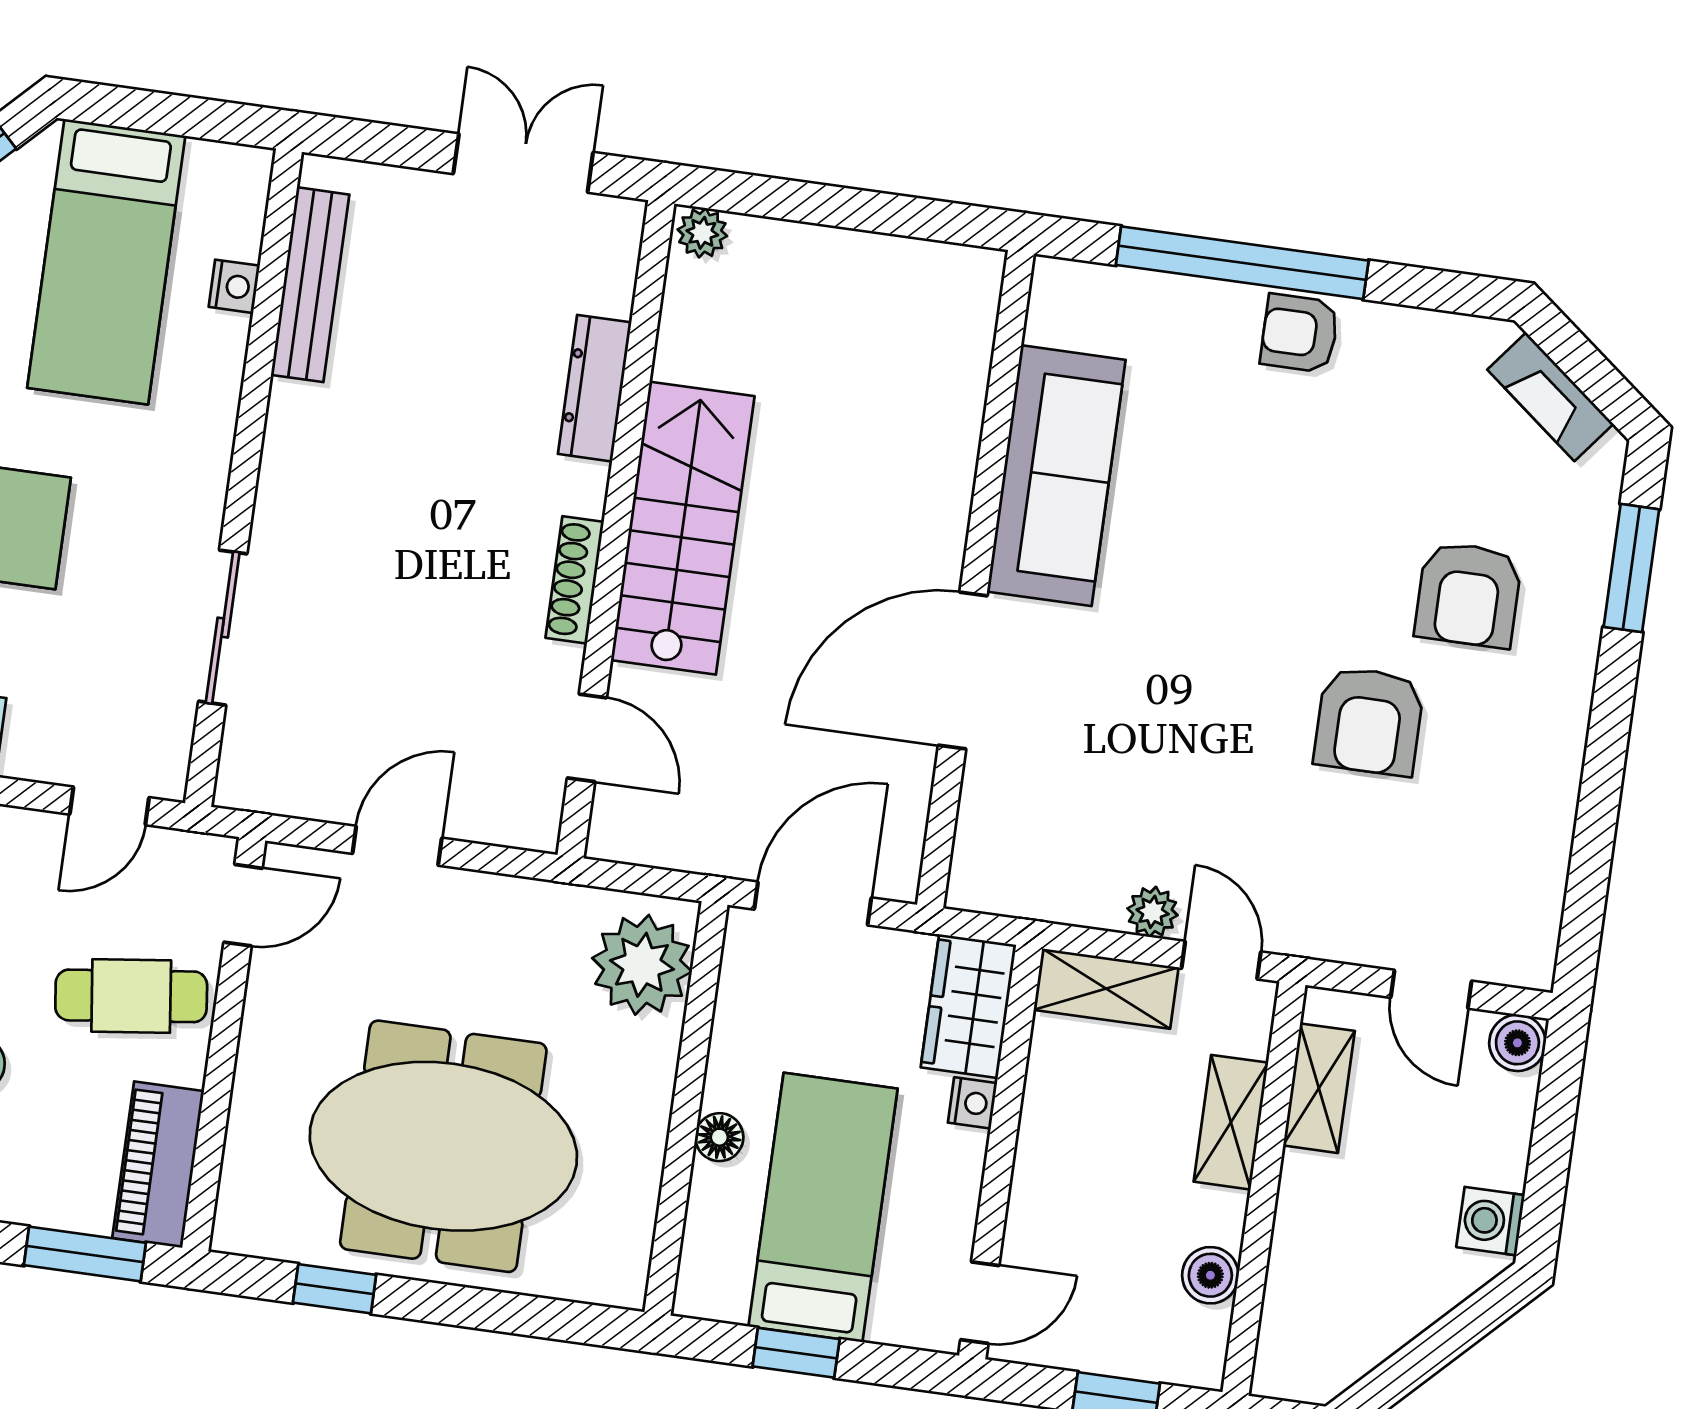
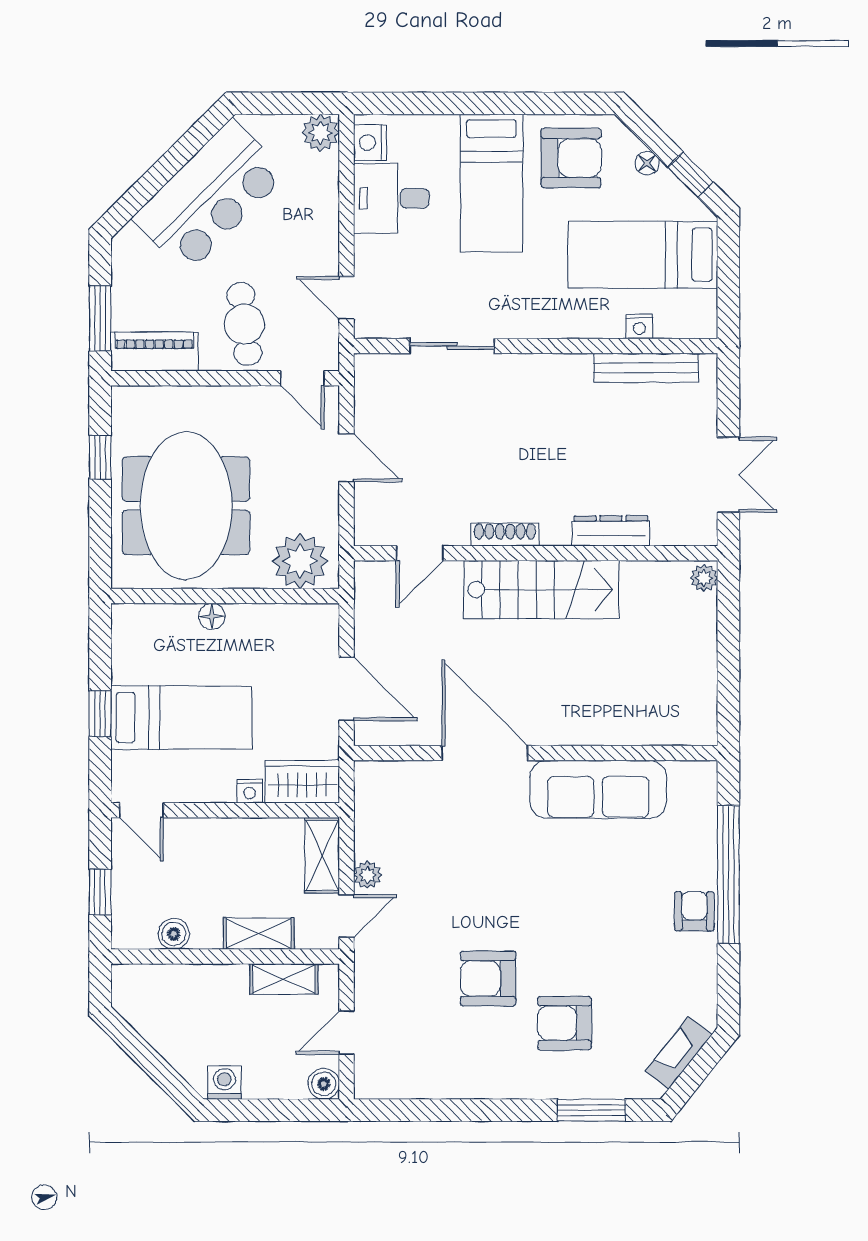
plant: (642, 965) -> (300, 561), moved
wall: (686, 1108) -> (225, 596), moved
floor lamp: (719, 1137) -> (212, 616), moved

